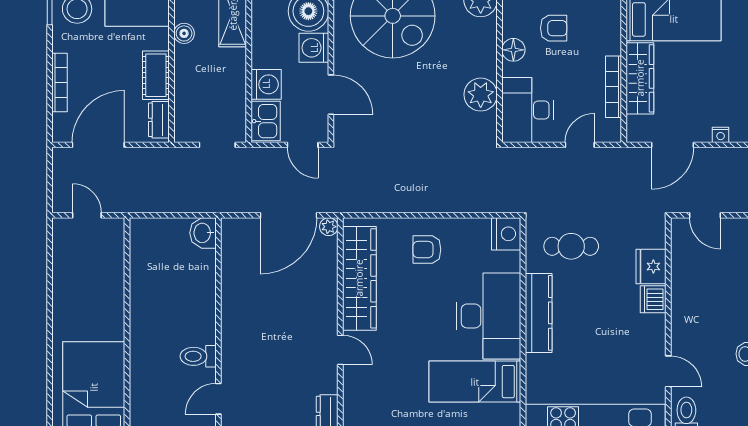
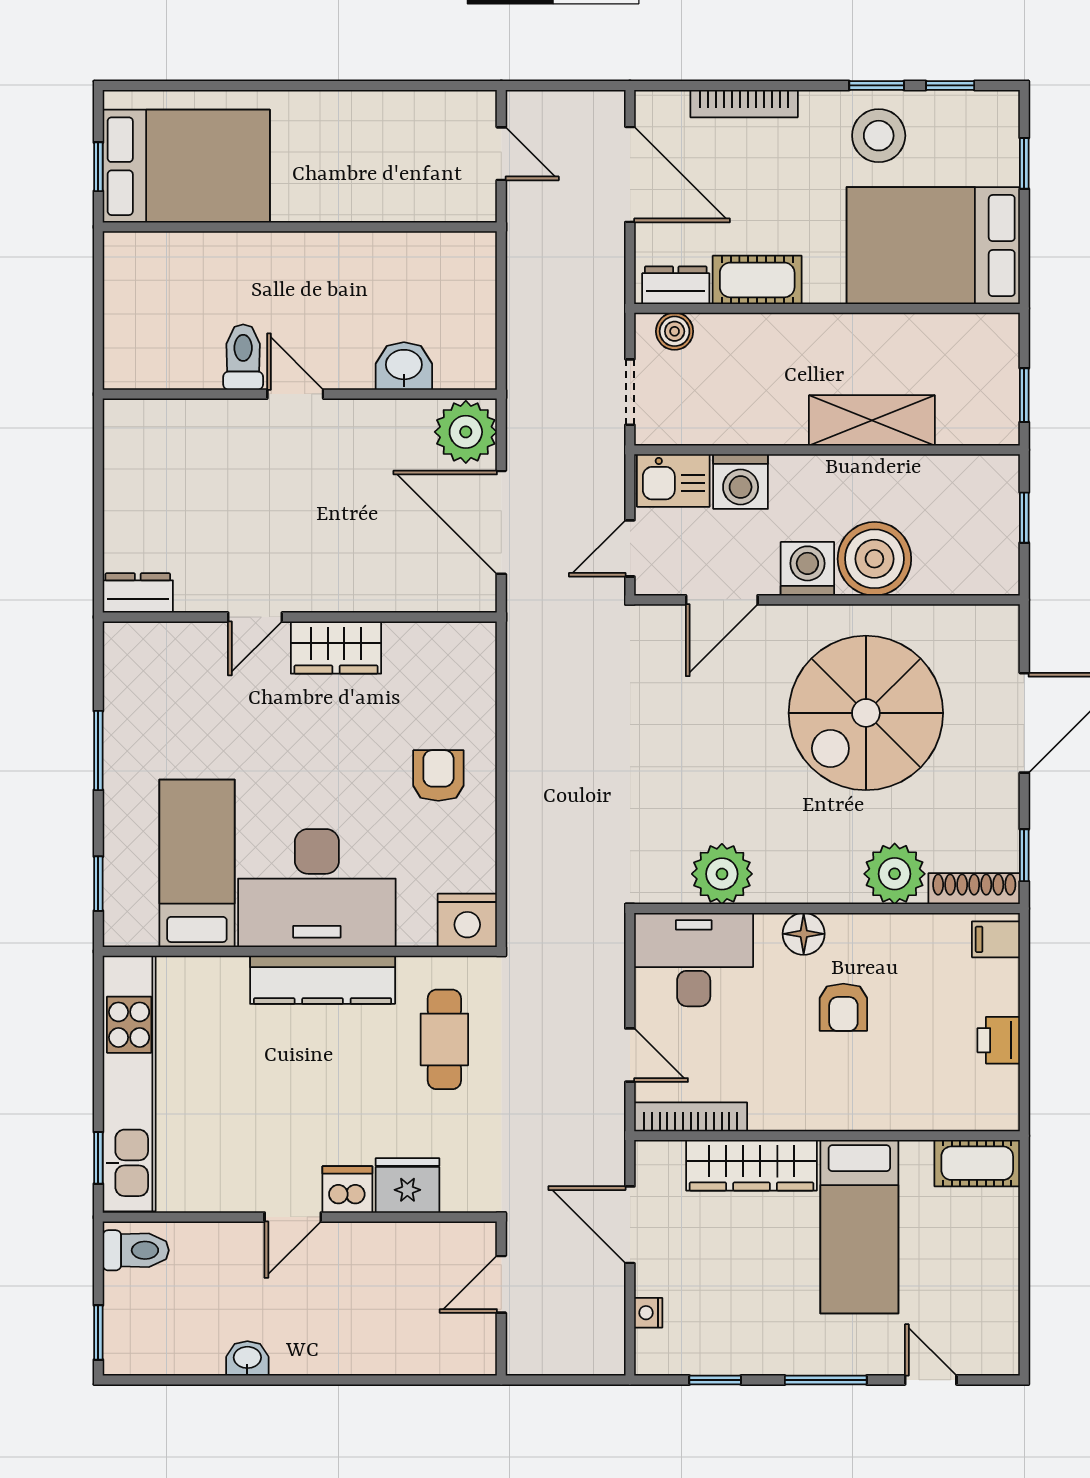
boiler: (184, 33) -> (675, 331), moved
bookcase: (614, 87) -> (691, 1117), moved
door: (87, 215) -> (501, 154), hinge flipped
plant: (329, 227) -> (466, 432), moved, width x1.88, depth x1.88
washbasin: (203, 233) -> (404, 366), moved
wardrobe: (359, 278) -> (336, 648), width x0.48, depth x0.85
door: (668, 371) -> (293, 1217), moved
door: (218, 399) -> (295, 394), moved

